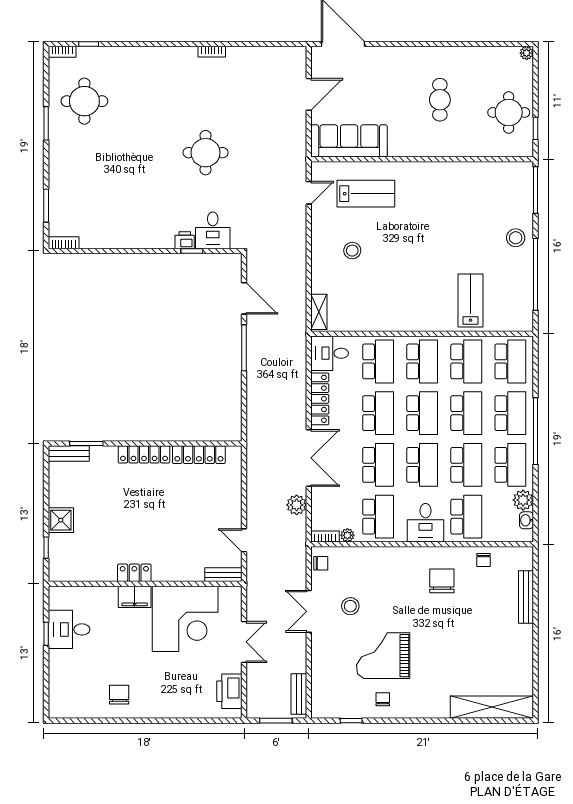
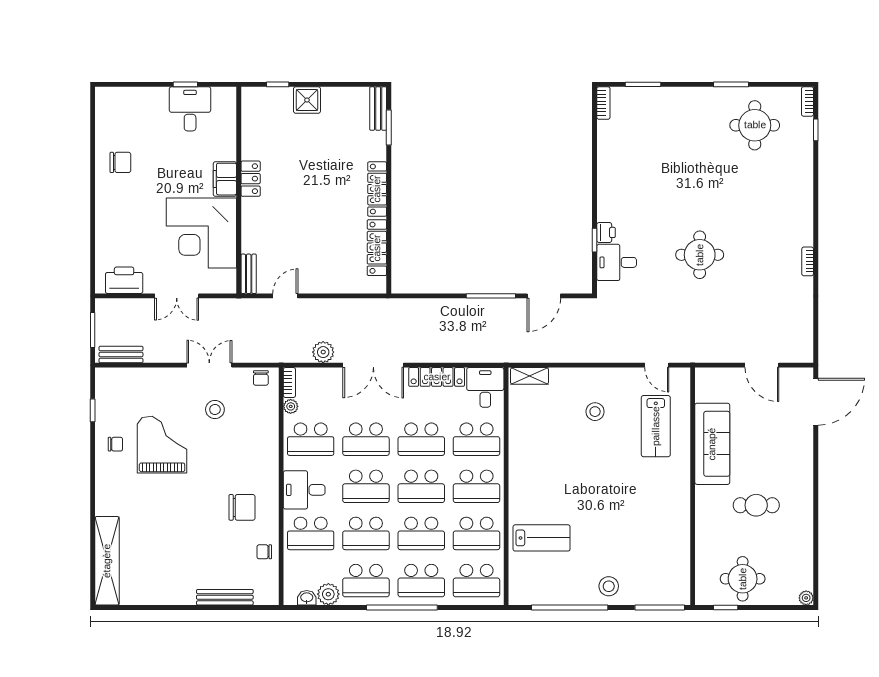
sofa: (349, 141) -> (712, 444), moved

